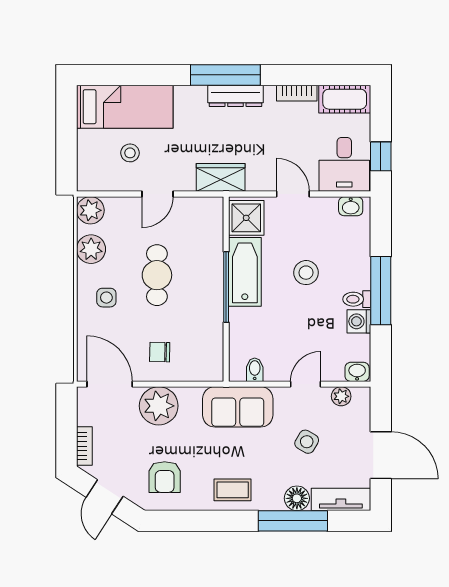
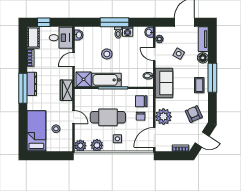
window: (381, 156) -> (44, 22), moved
cafe table: (157, 275) -> (108, 117), width x1.37, depth x1.35
chair: (195, 353) -> (141, 101), added
armchair: (165, 477) -> (194, 114), turned -114
window: (293, 521) -> (212, 78), moved

